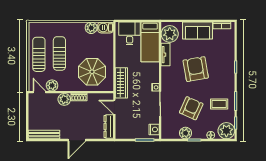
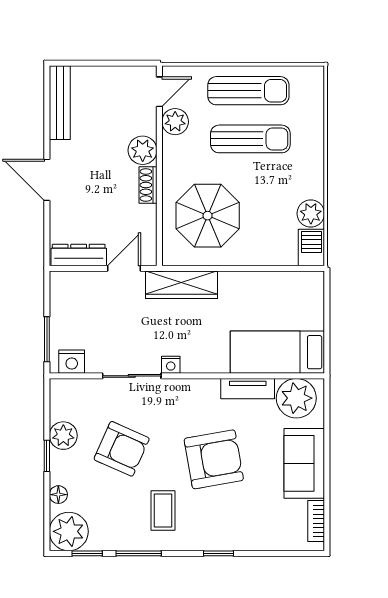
desk: (130, 33) -> (297, 304), removed
coffee table: (219, 104) -> (163, 511), moved

